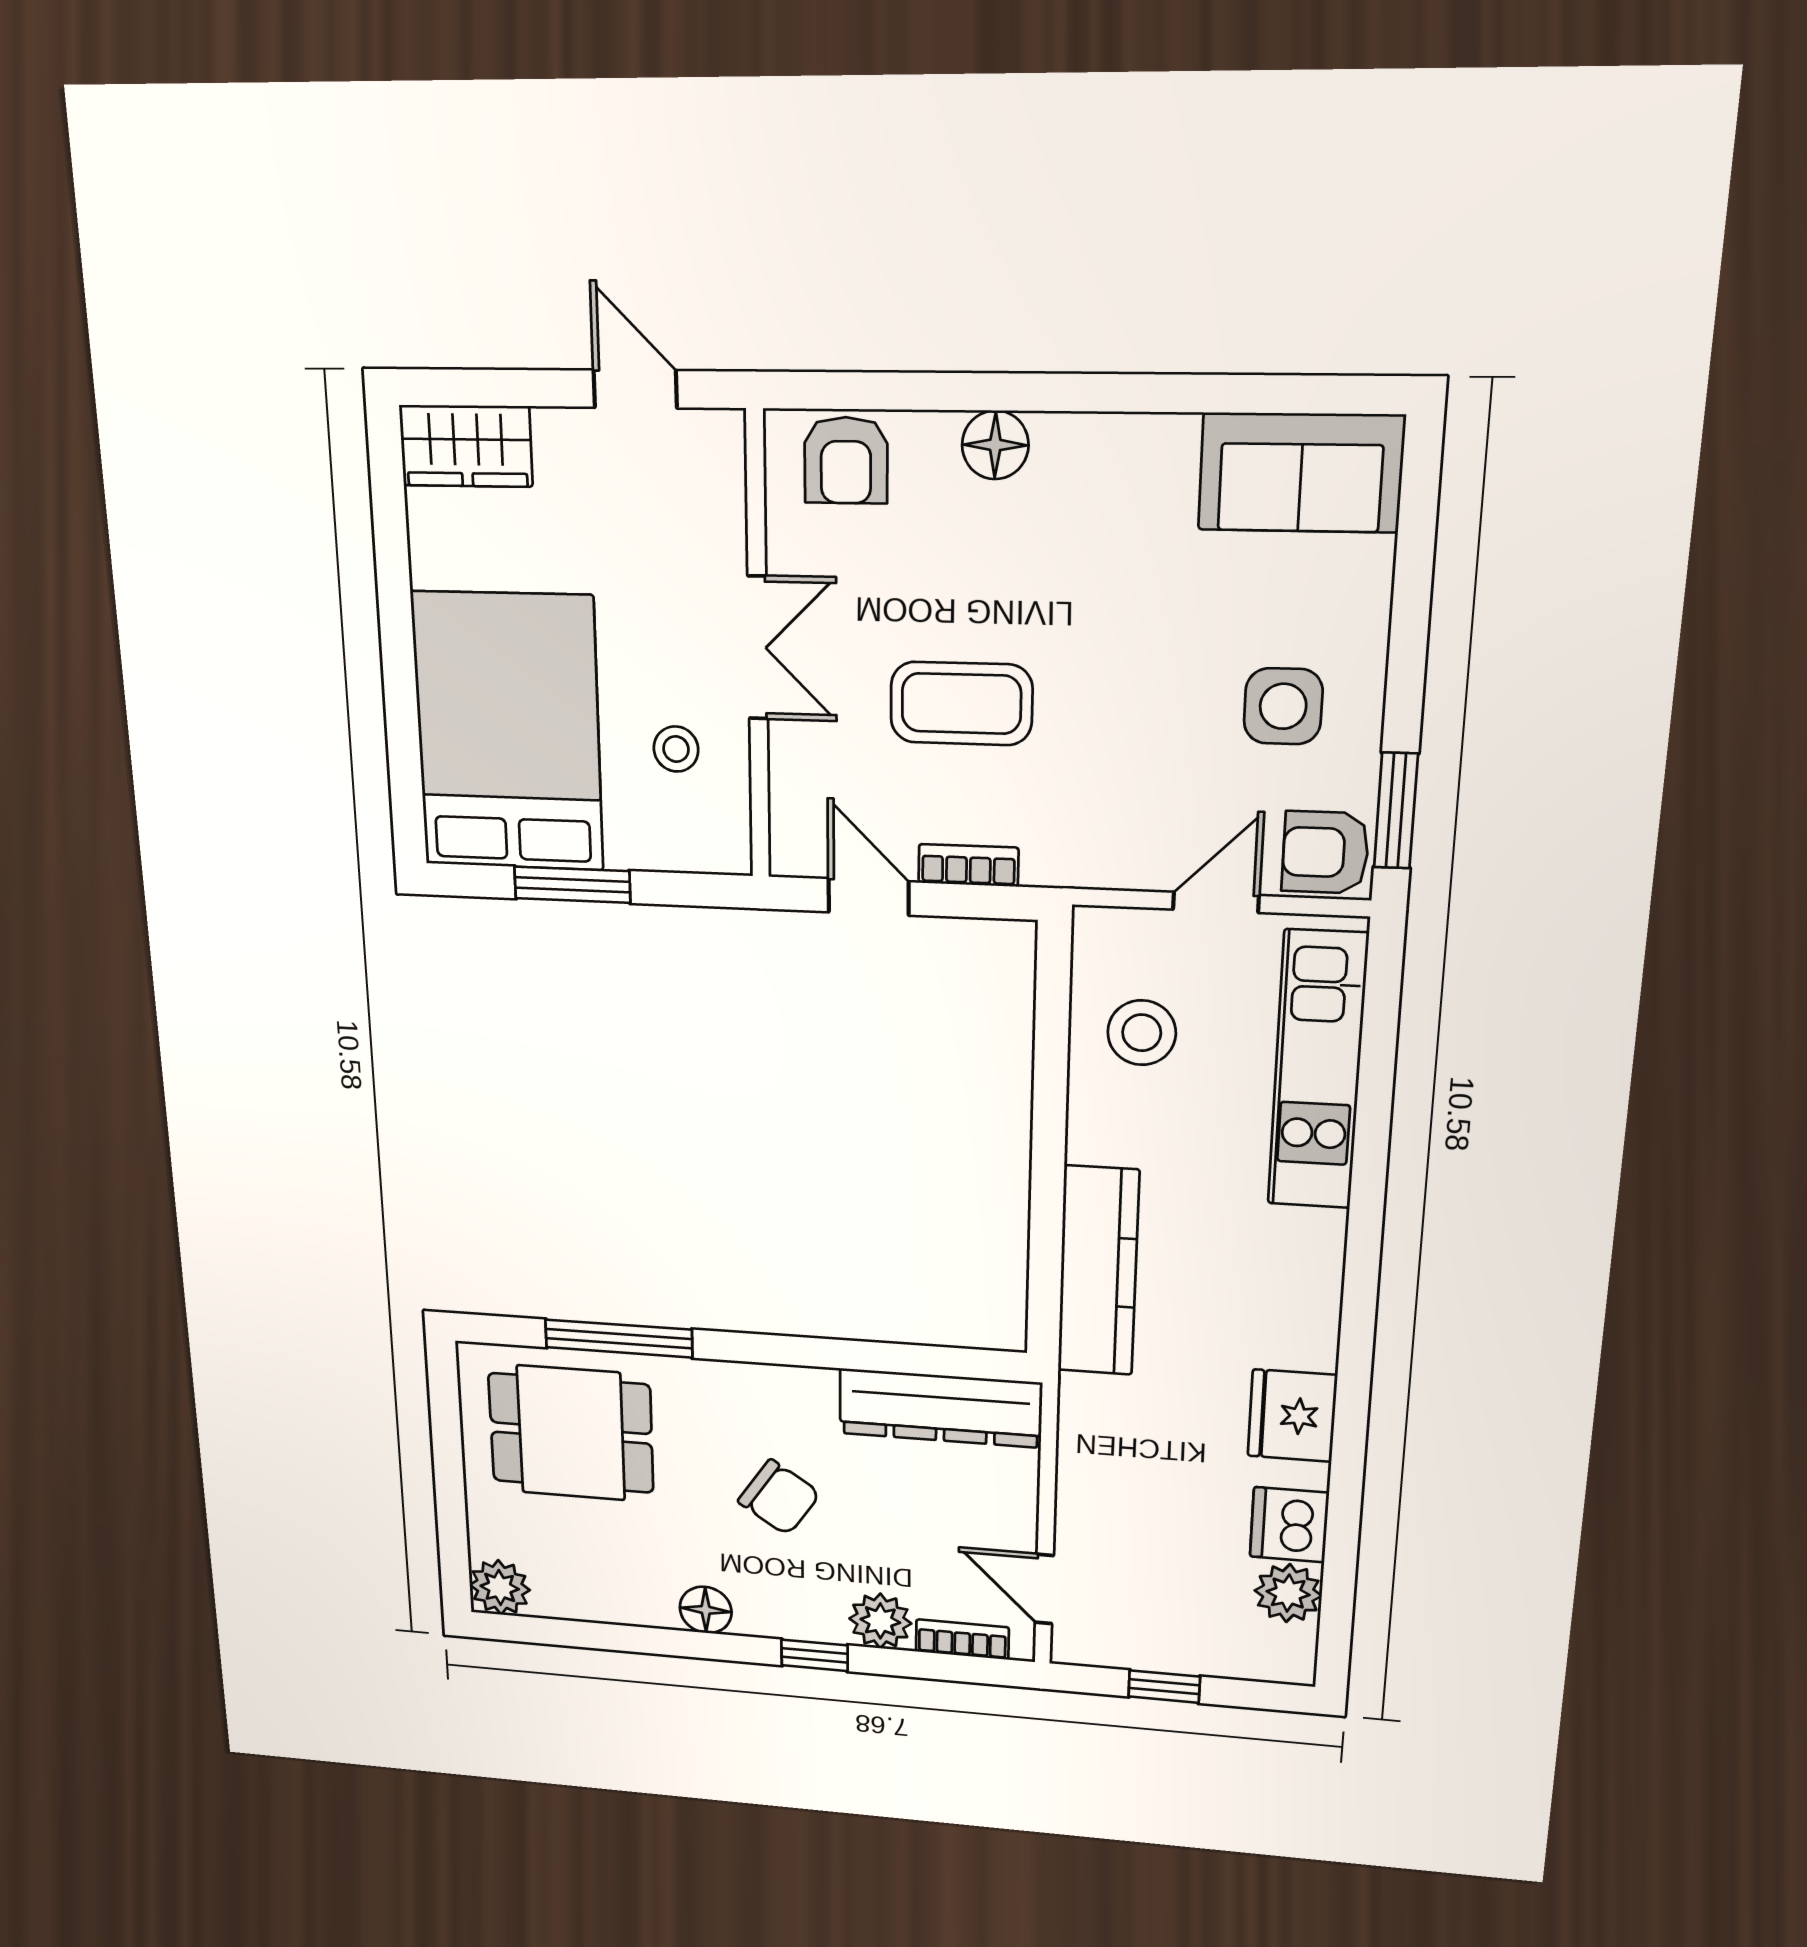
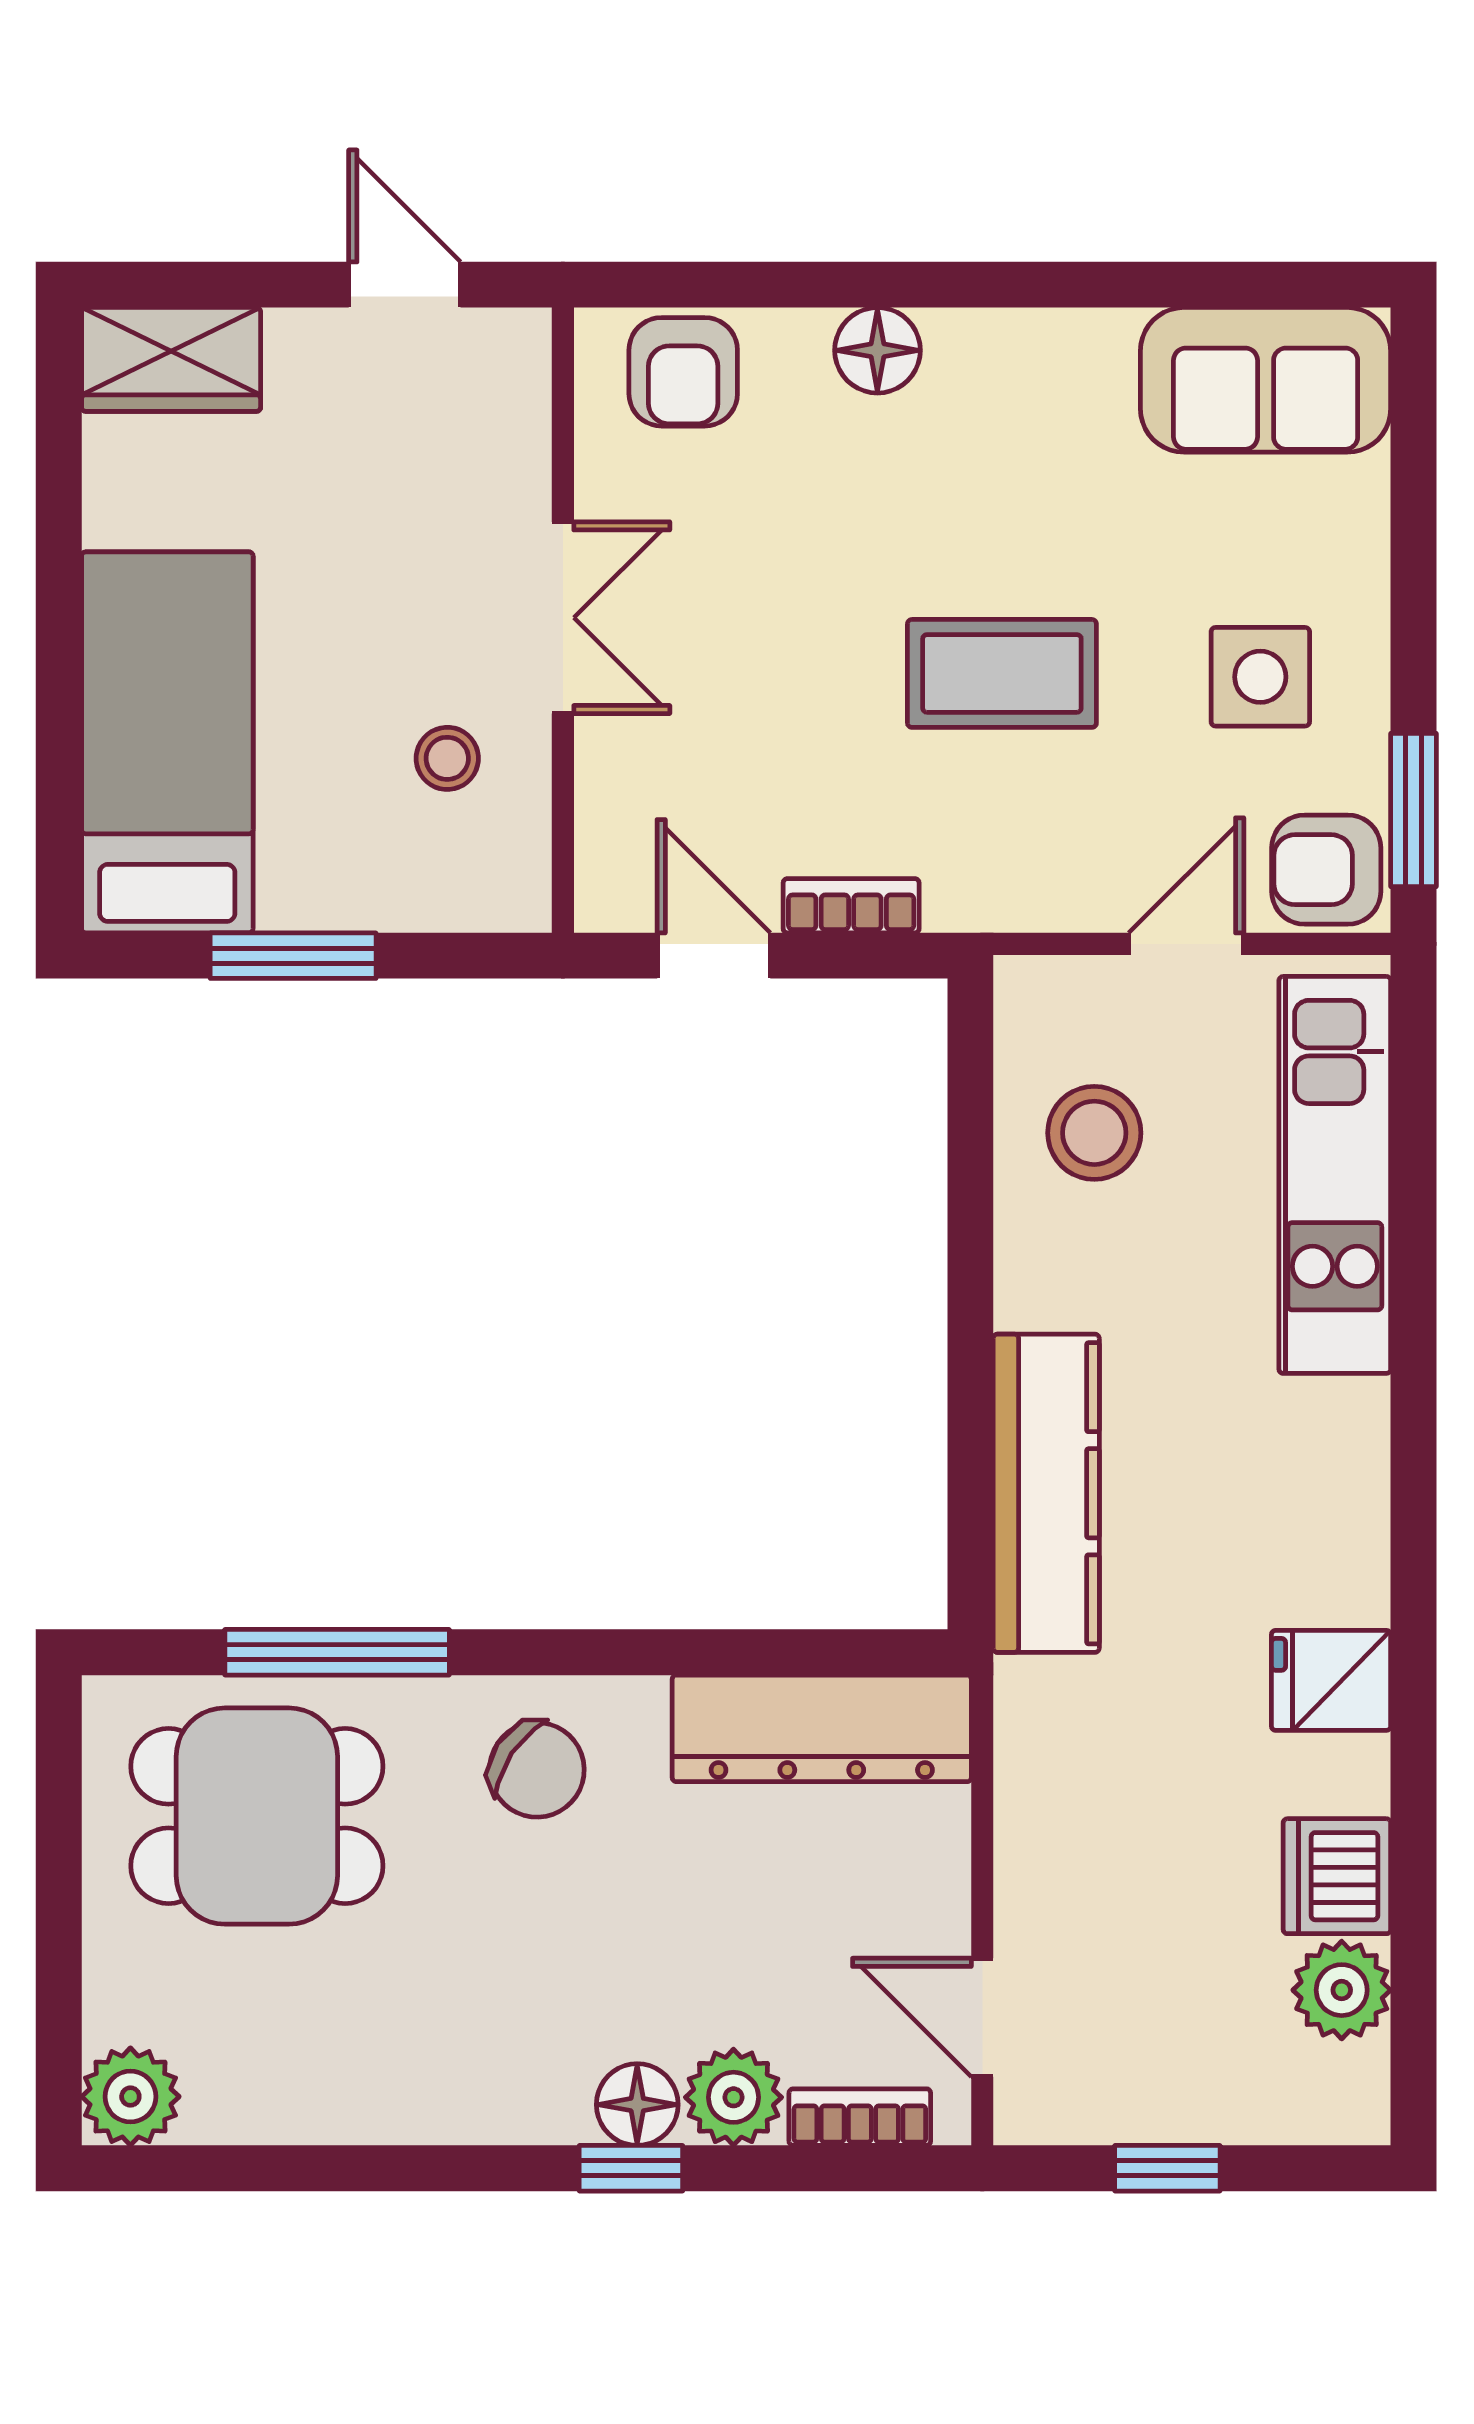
coffee table: (961, 704) -> (1002, 673), moved
bed: (508, 732) -> (167, 742), width x0.67
fridge: (1292, 1416) -> (1331, 1680), width x0.72
chair: (779, 1497) -> (537, 1770), moved
floor lamp: (706, 1610) -> (637, 2105), moved

